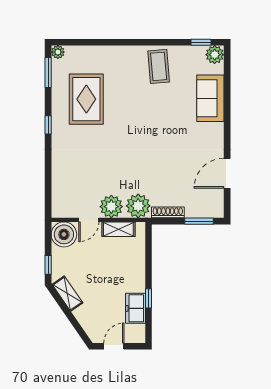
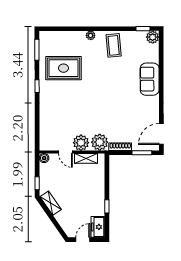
plant: (58, 52) -> (91, 35), moved
sofa: (210, 98) -> (150, 79), moved
rug: (86, 99) -> (63, 68), turned 90
door: (227, 173) -> (161, 134), moved
door: (89, 220) -> (65, 152), hinge flipped
boiler: (64, 234) -> (44, 158), width x0.54, depth x0.54
freezer: (135, 308) -> (98, 227), moved

